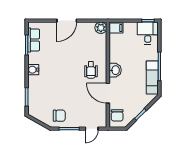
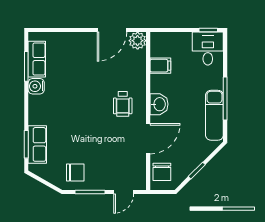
door: (67, 21) -> (112, 30), moved
filing cabinet: (116, 28) -> (160, 66), moved
water cooler: (33, 70) -> (36, 86), moved
door: (108, 93) -> (148, 139), swing flipped
row of seats: (34, 97) -> (37, 144), added

